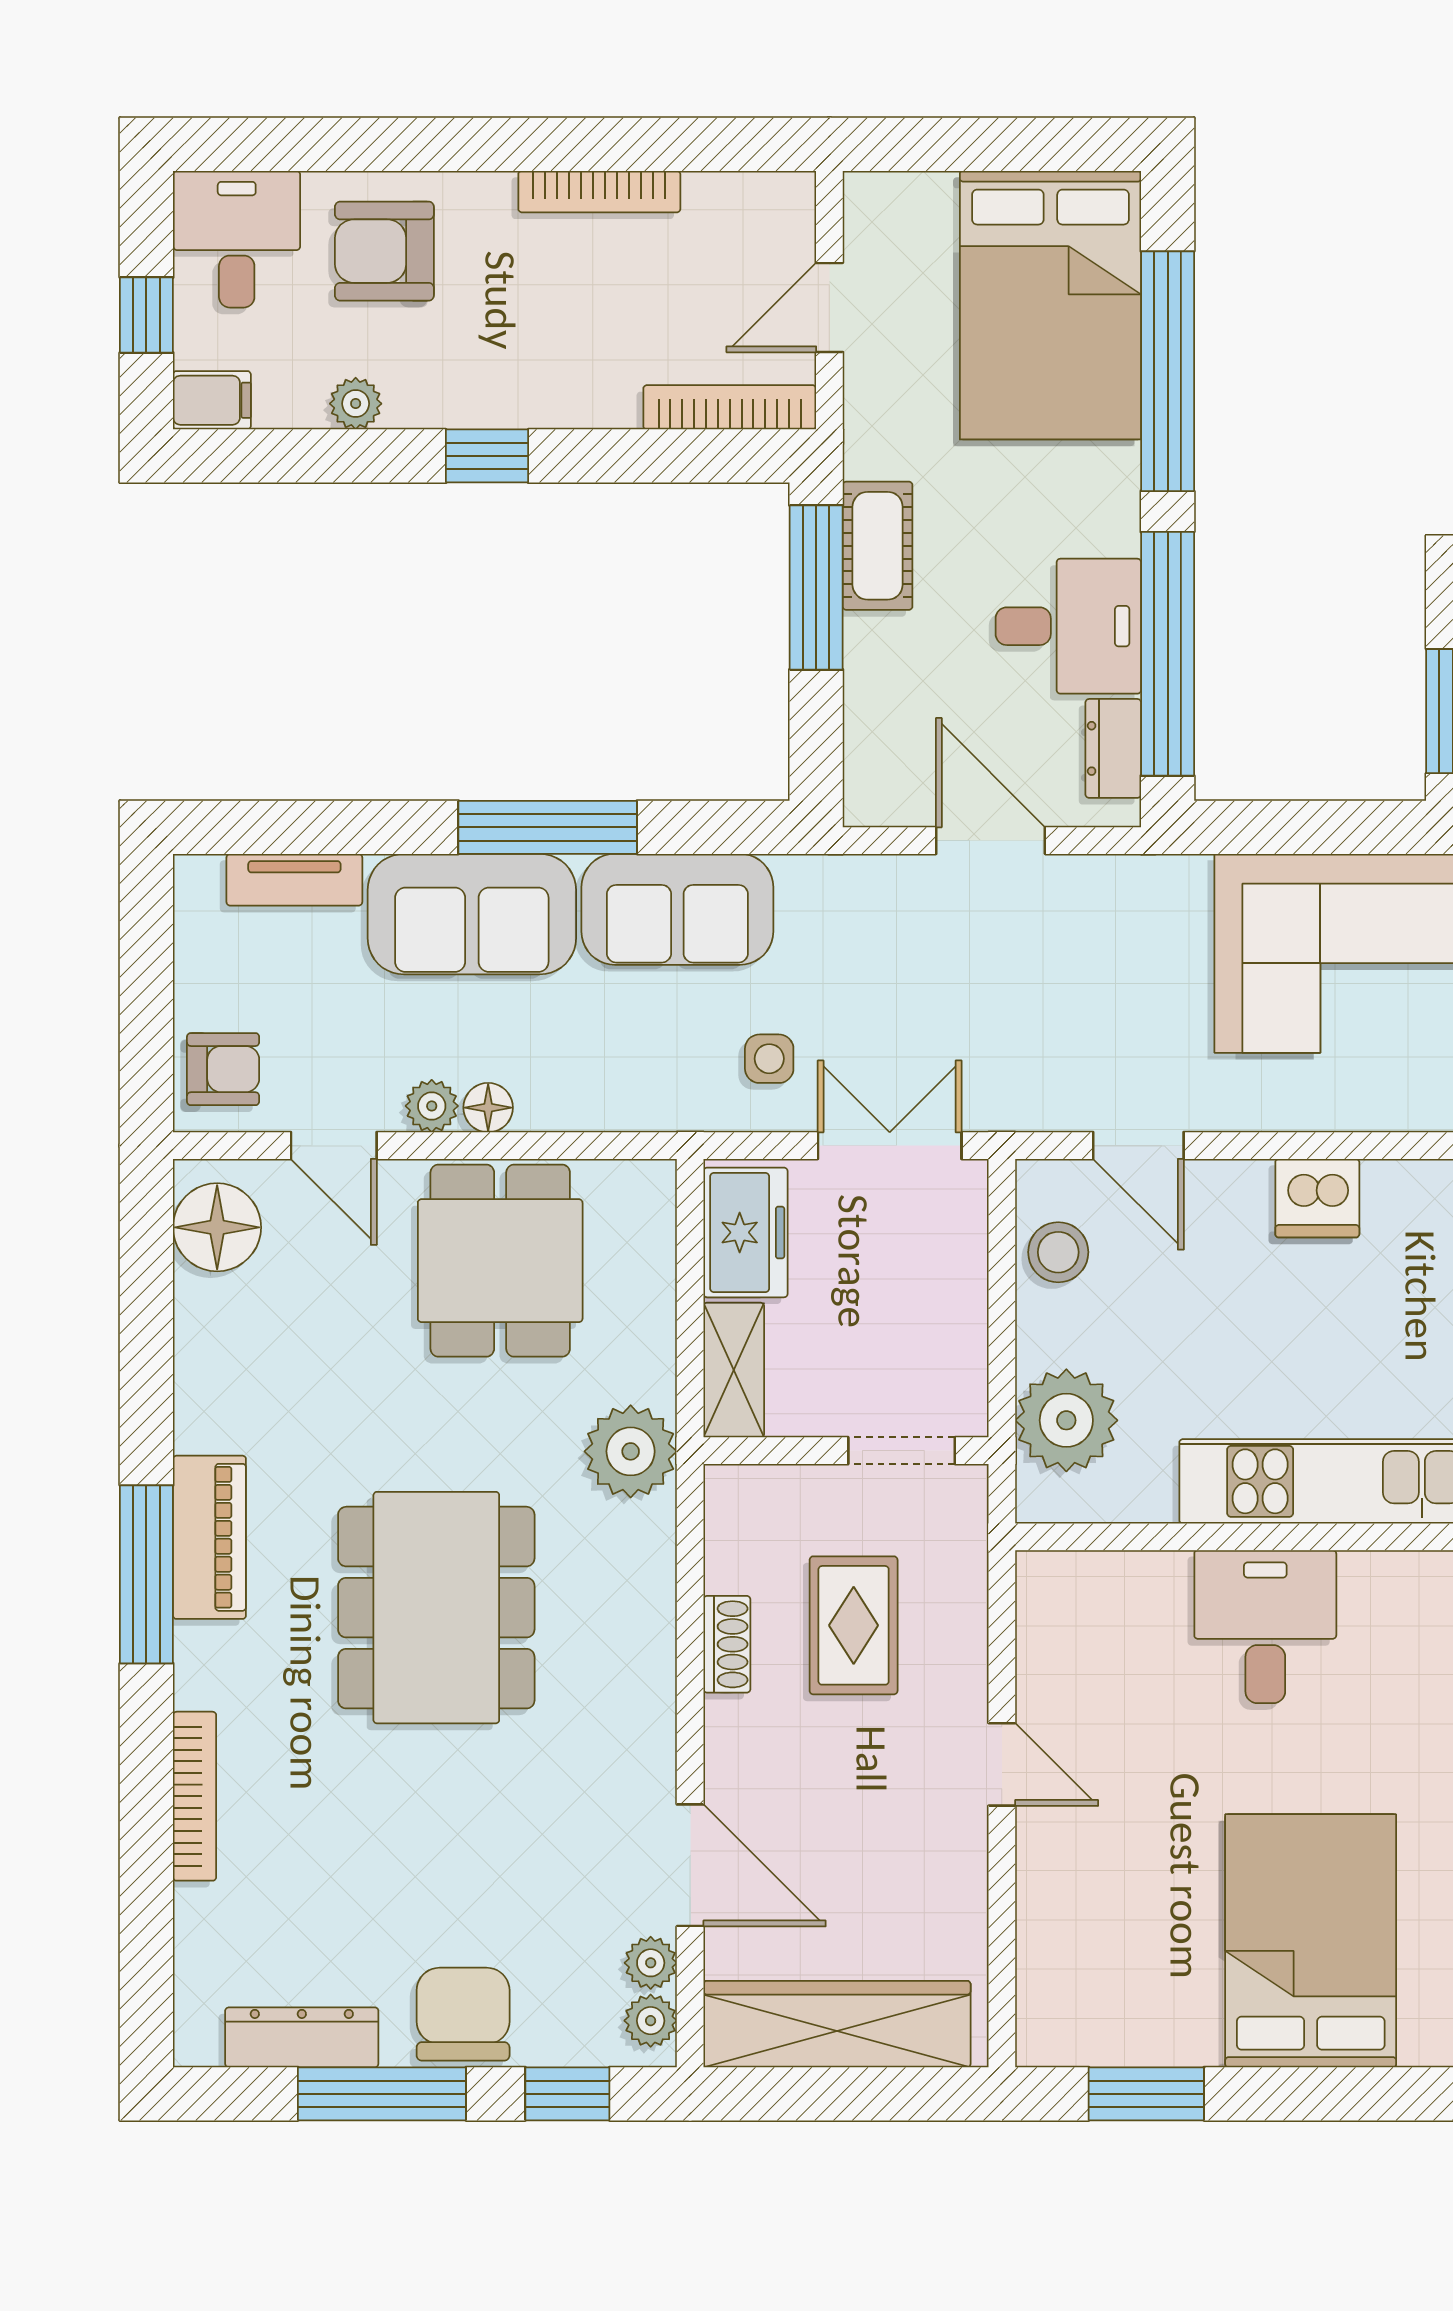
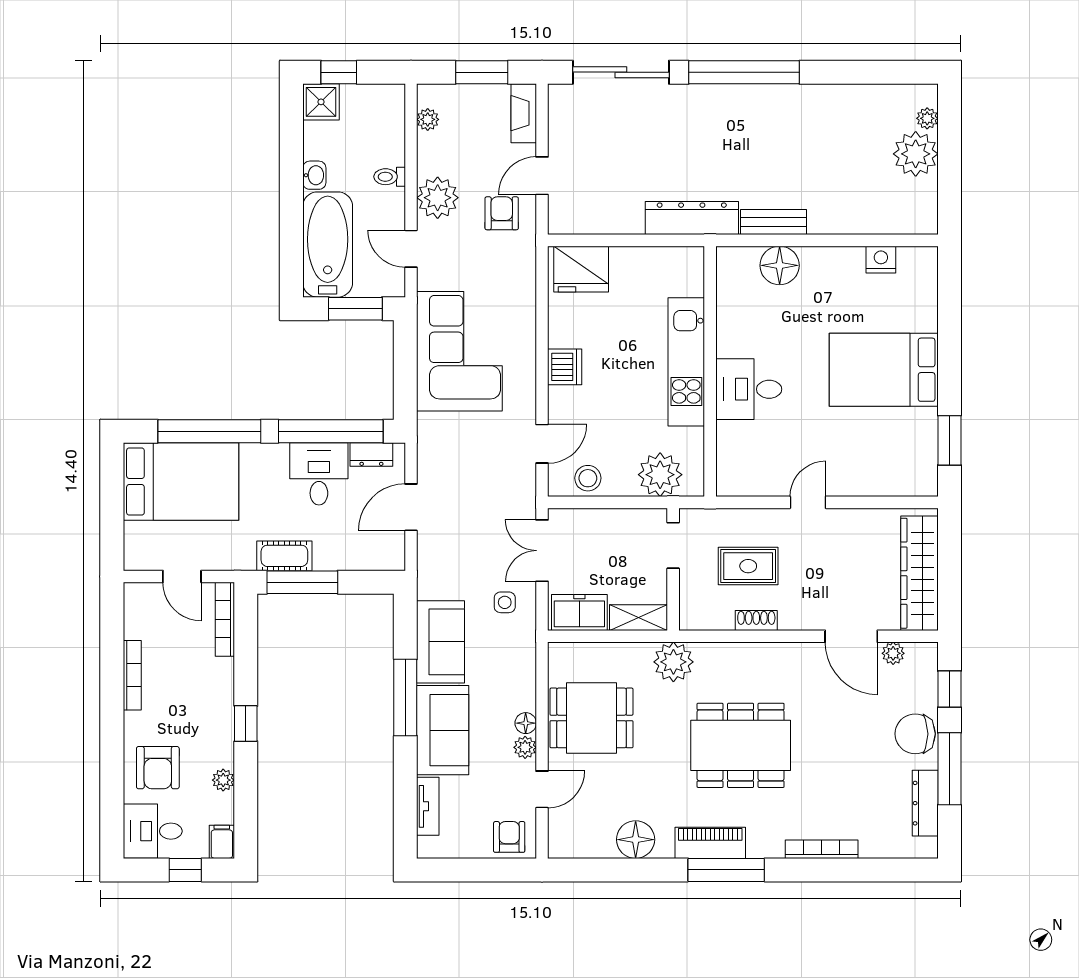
floor lamp: (217, 1227) -> (636, 840), moved
door: (690, 1865) -> (851, 636), swing flipped
plant: (651, 2021) -> (918, 653), removed

